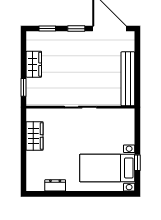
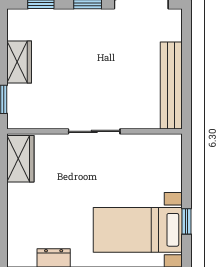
wardrobe: (35, 136) -> (20, 159), moved

